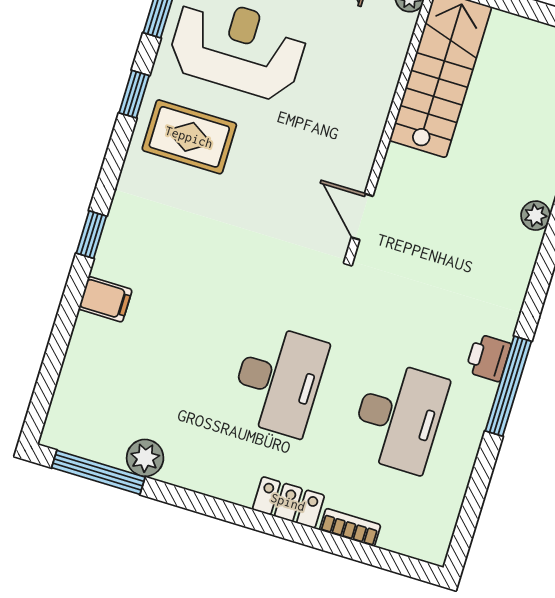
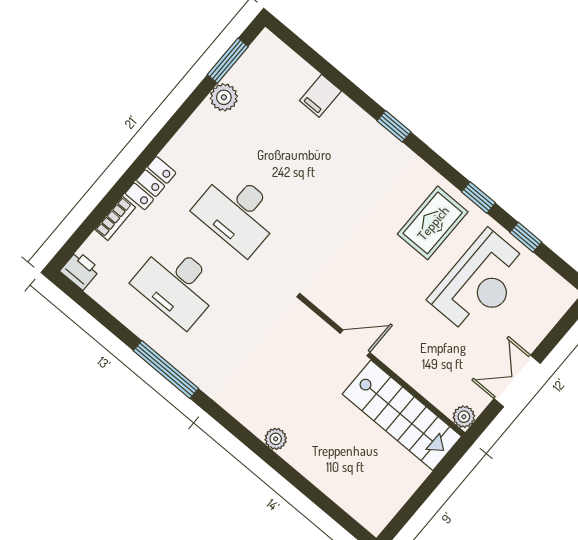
door: (362, 217) -> (355, 343), moved
filing cabinet: (105, 299) -> (320, 96), moved
printer: (488, 358) -> (80, 270), moved
window: (98, 472) -> (228, 61), width x0.69

